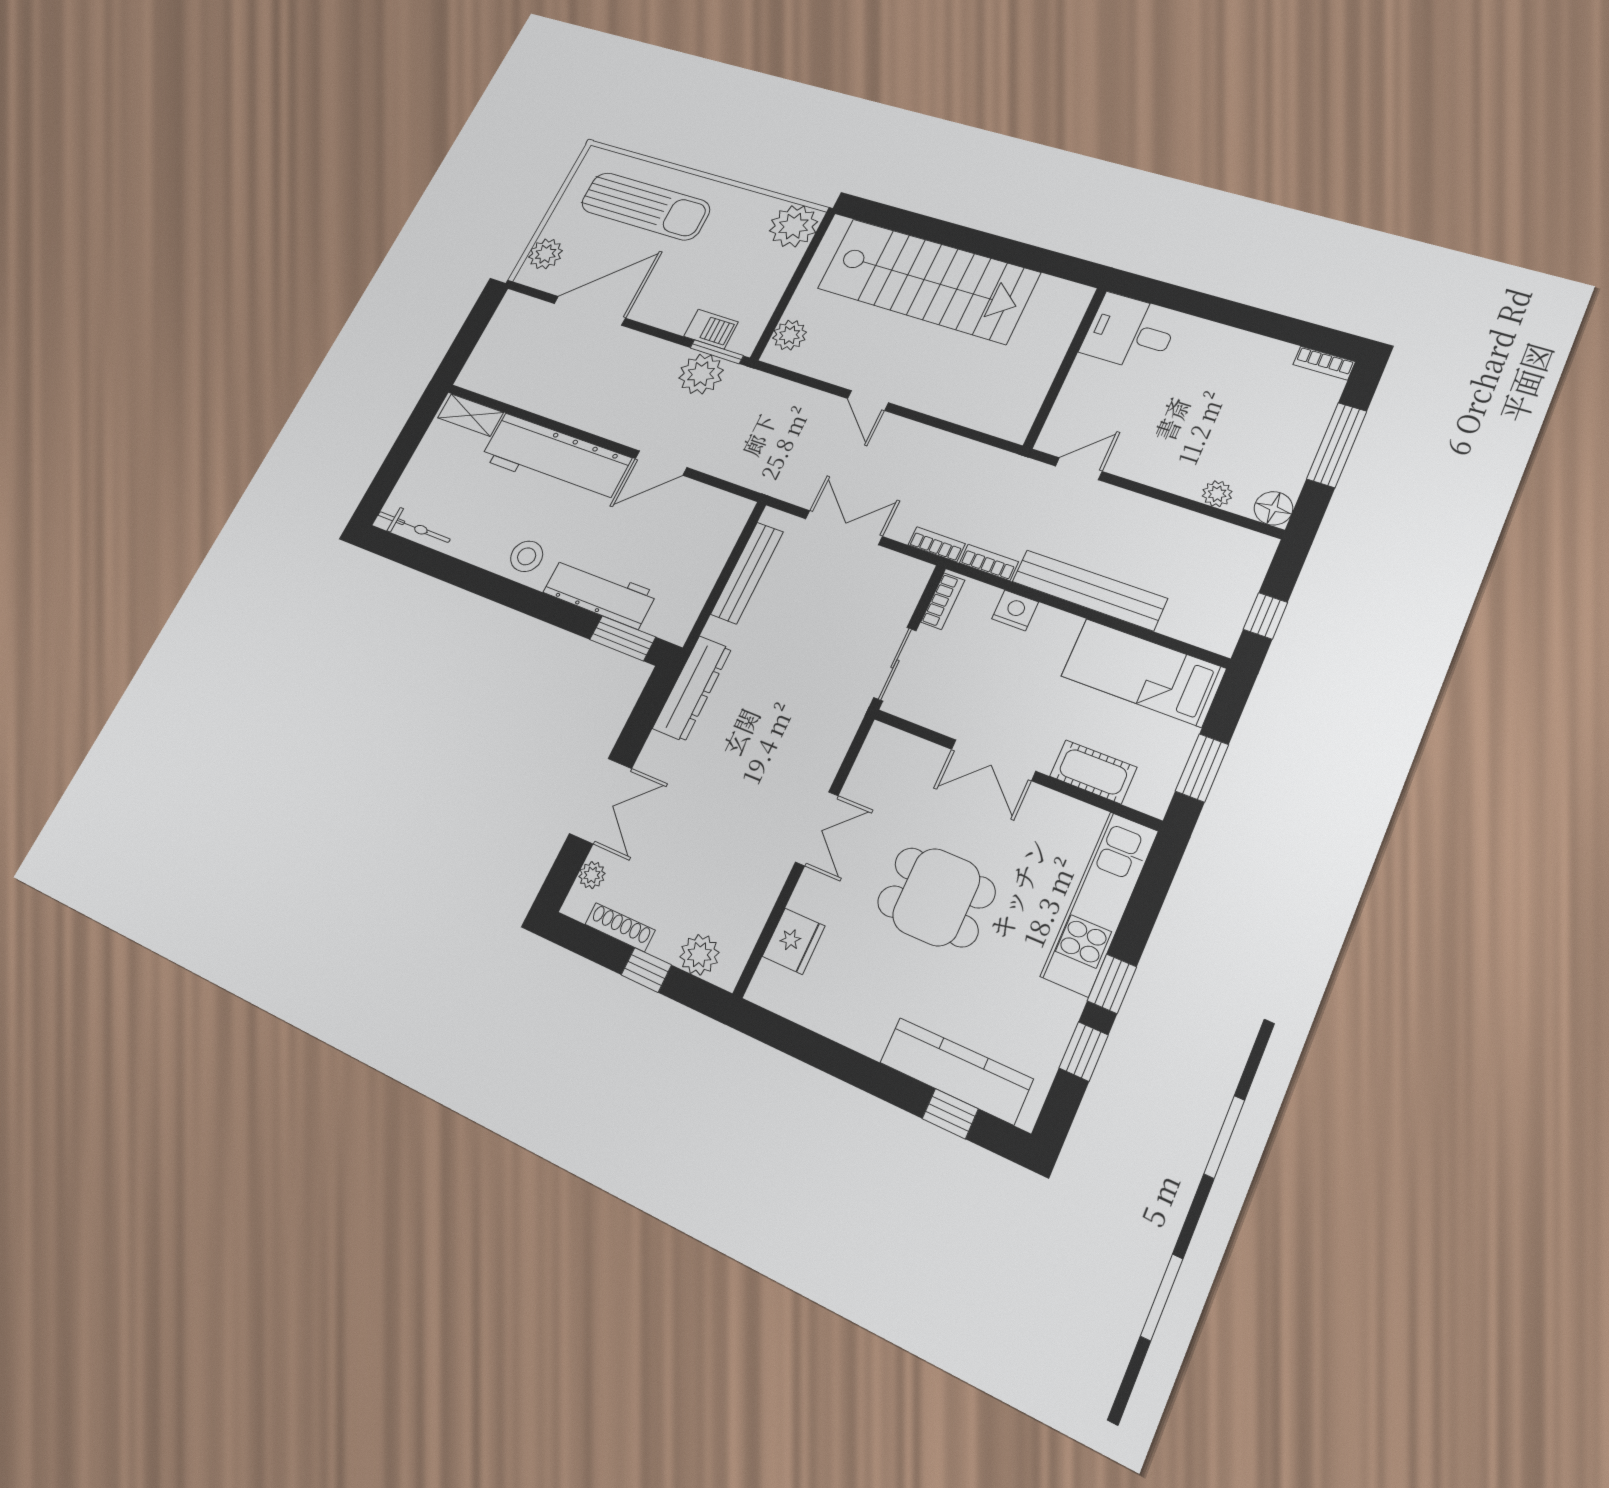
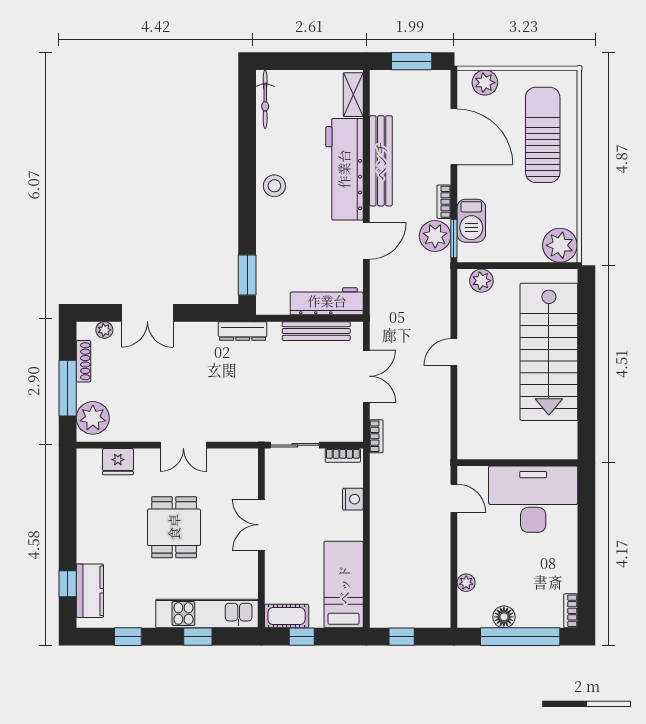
sun lounger: (645, 206) -> (543, 135), turned 180
barbecue: (711, 329) -> (471, 221), width x1.38, depth x1.27
window: (471, 331) -> (412, 61), added
desk: (1130, 332) -> (533, 499), width x1.87, depth x1.30
window: (1337, 445) -> (520, 637), width x1.46
door: (661, 463) -> (366, 241), swing flipped
floor lamp: (1273, 508) -> (504, 617), moved
bookcase: (989, 562) -> (444, 202), moved, turned 180
bench: (1089, 590) -> (381, 161), moved
workbench: (600, 593) -> (327, 301), moved, turned -90
dresser: (692, 688) -> (243, 331), width x0.73, depth x0.80
window: (1202, 768) -> (302, 637), width x0.67
cot: (1093, 772) -> (287, 616), moved, turned 90
plant: (699, 955) -> (93, 418), width x1.36, depth x1.36
window: (646, 970) -> (68, 388), width x2.17
window: (1112, 984) -> (198, 637), moved
kitchen counter: (956, 1071) -> (90, 591), width x0.67

